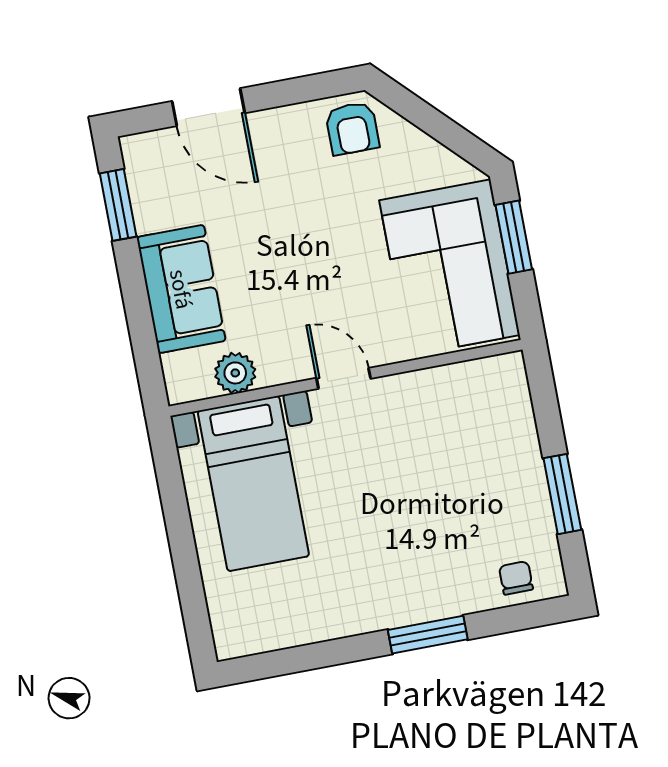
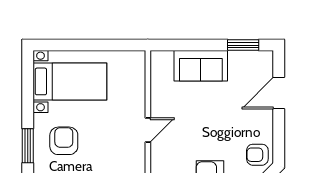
plant: (235, 373) -> (159, 83), removed
bed with nightstands: (253, 484) -> (70, 81), moved, turned 180
armchair: (402, 558) -> (64, 141), added

